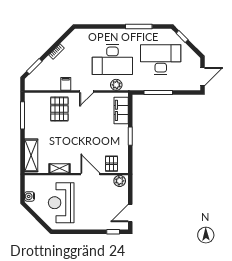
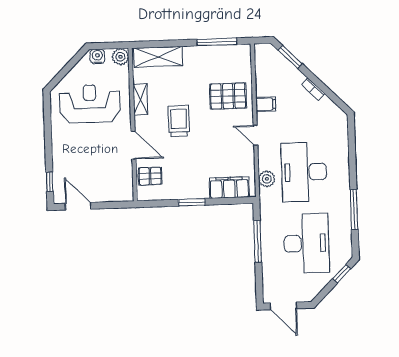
trolley: (75, 143) -> (179, 121), added
door: (90, 174) -> (133, 145), hinge flipped
plant: (120, 181) -> (120, 57), moved

